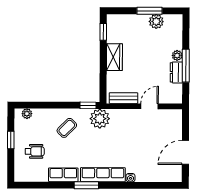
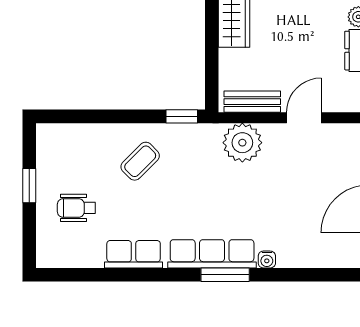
plant: (27, 114) -> (61, 133), removed
plant: (100, 119) -> (242, 143), moved
wheelchair: (35, 151) -> (76, 208), turned 180
window: (86, 185) -> (225, 275), moved

